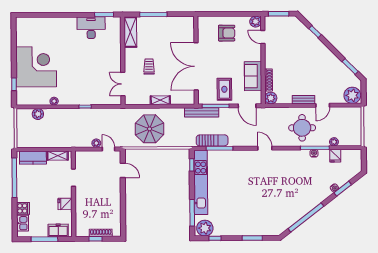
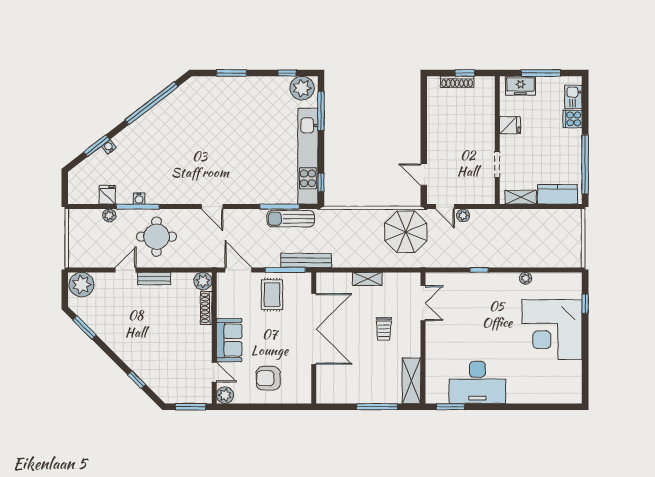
desk: (91, 28) -> (477, 382), width x1.36, depth x1.30
sofa: (253, 76) -> (229, 340), moved
plant: (38, 114) -> (550, 259), removed
parasol: (150, 129) -> (406, 232), moved

